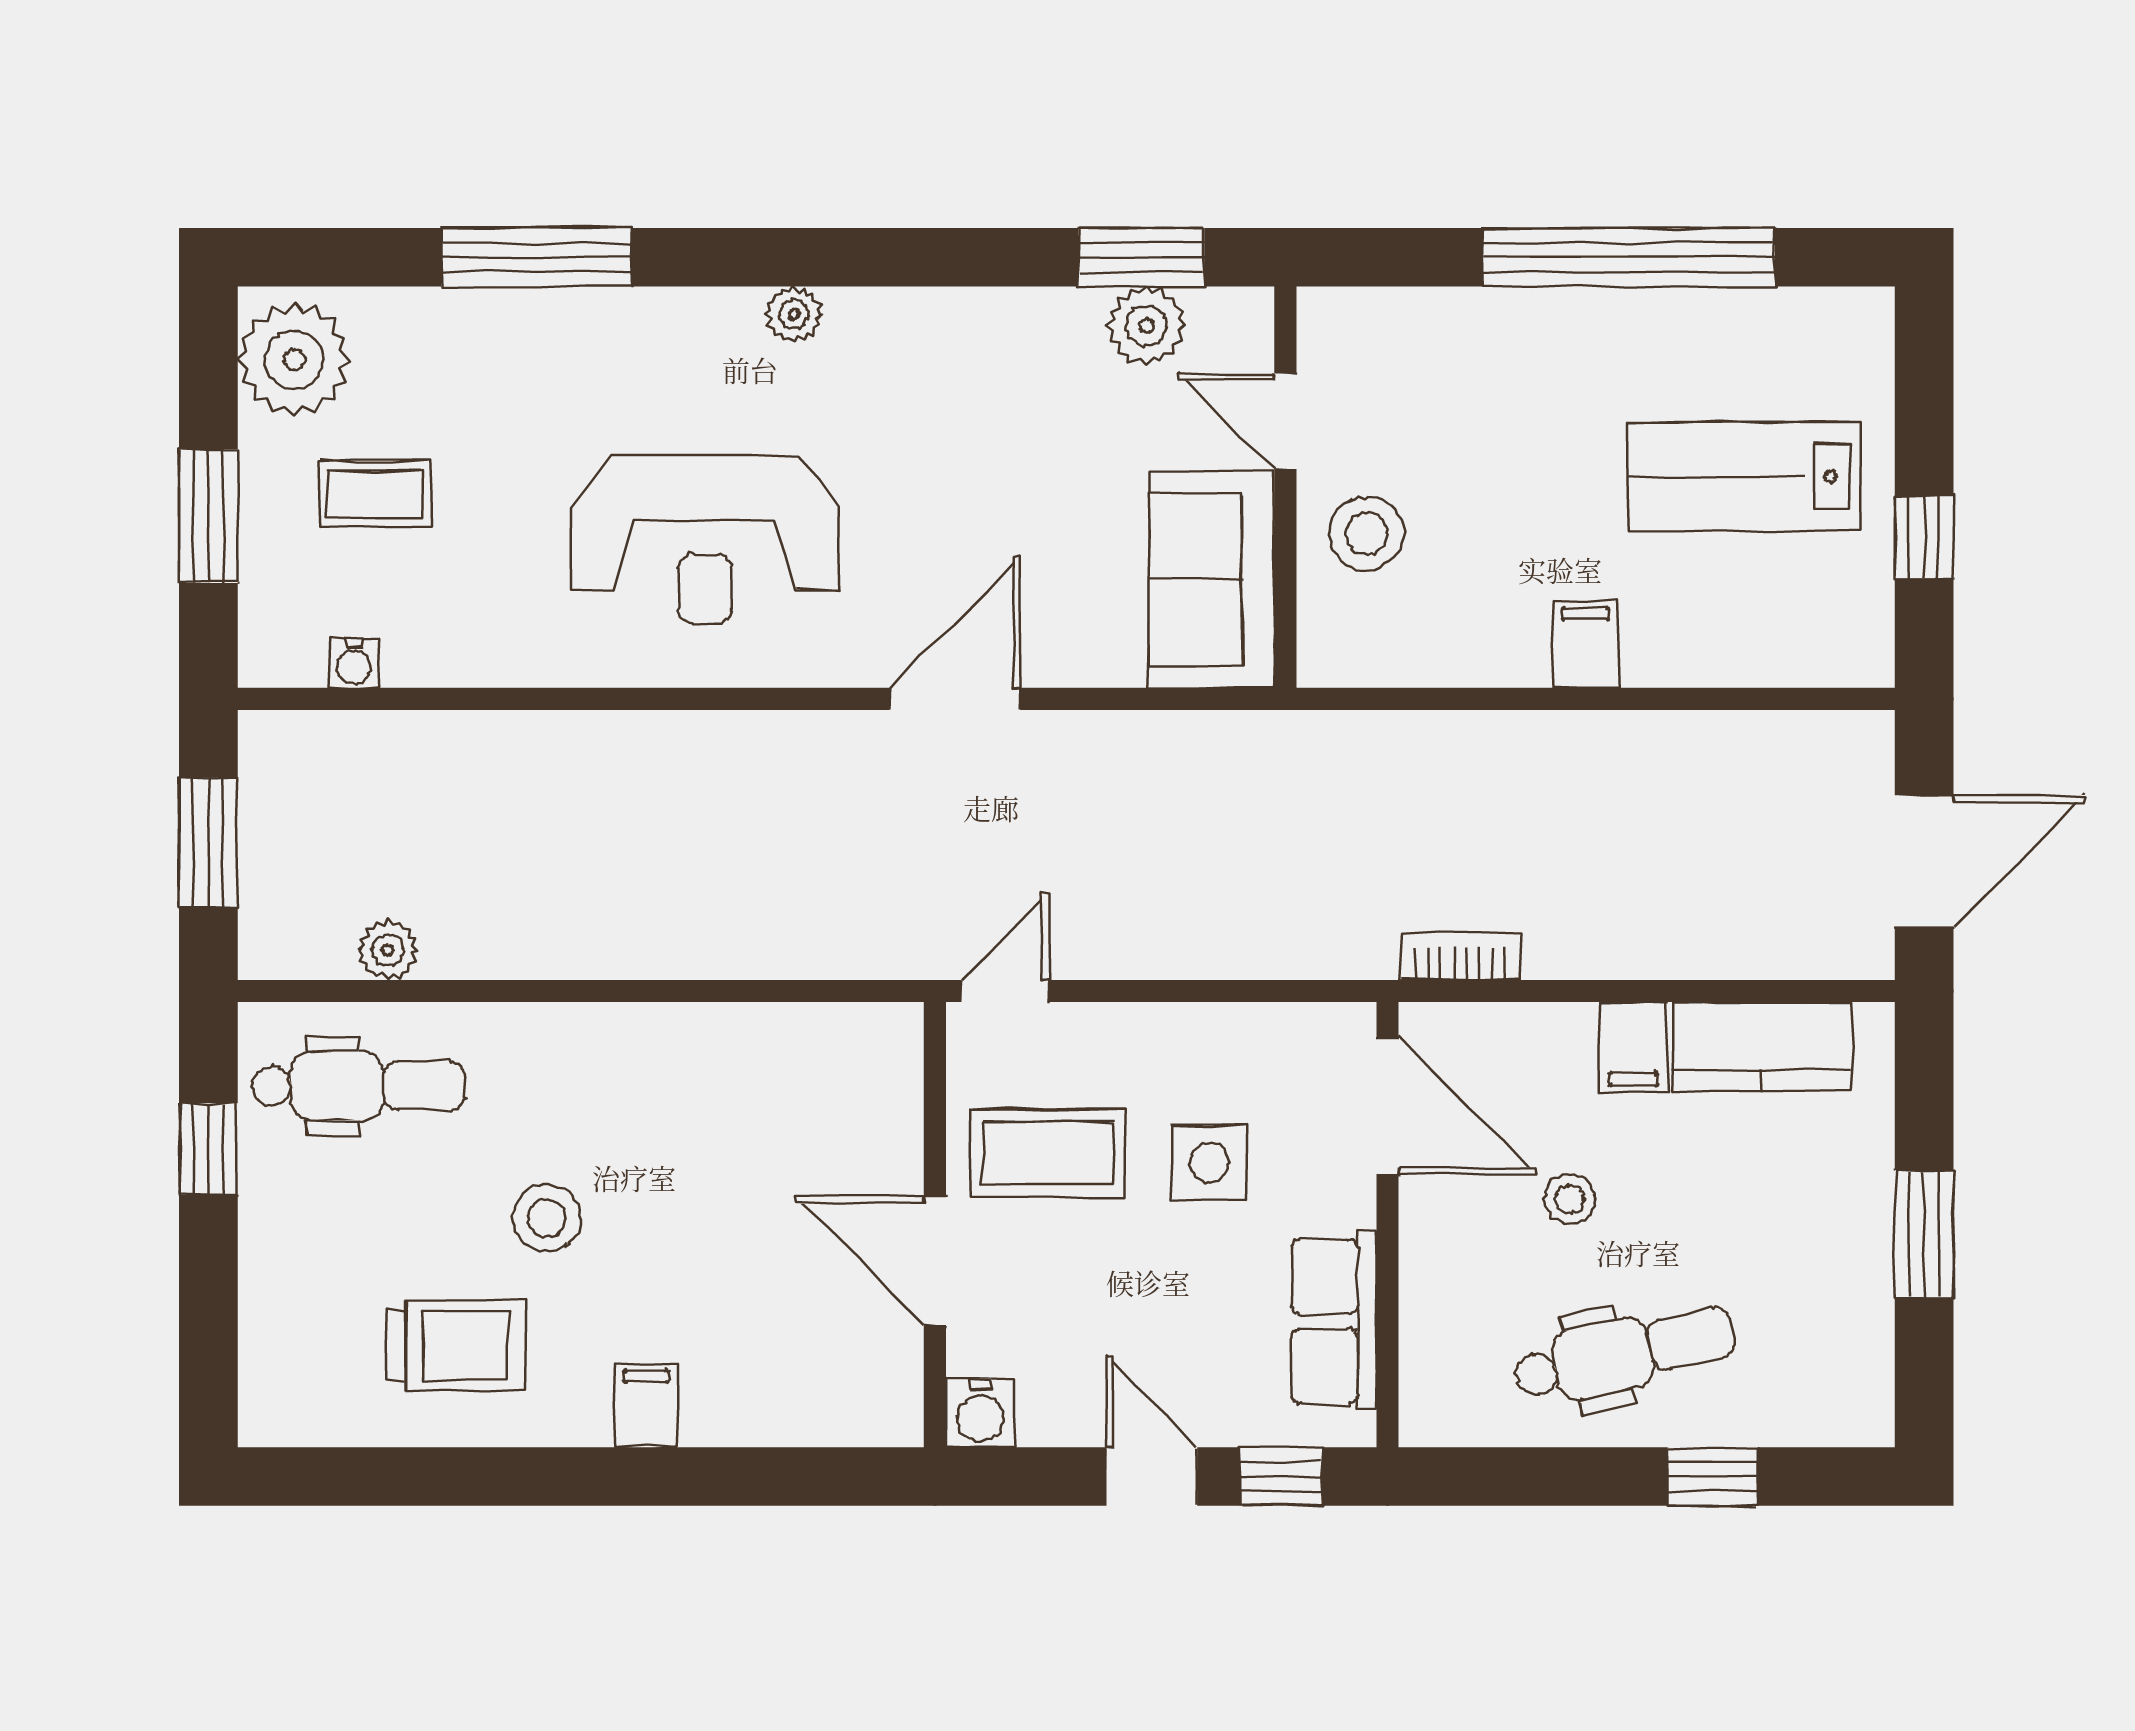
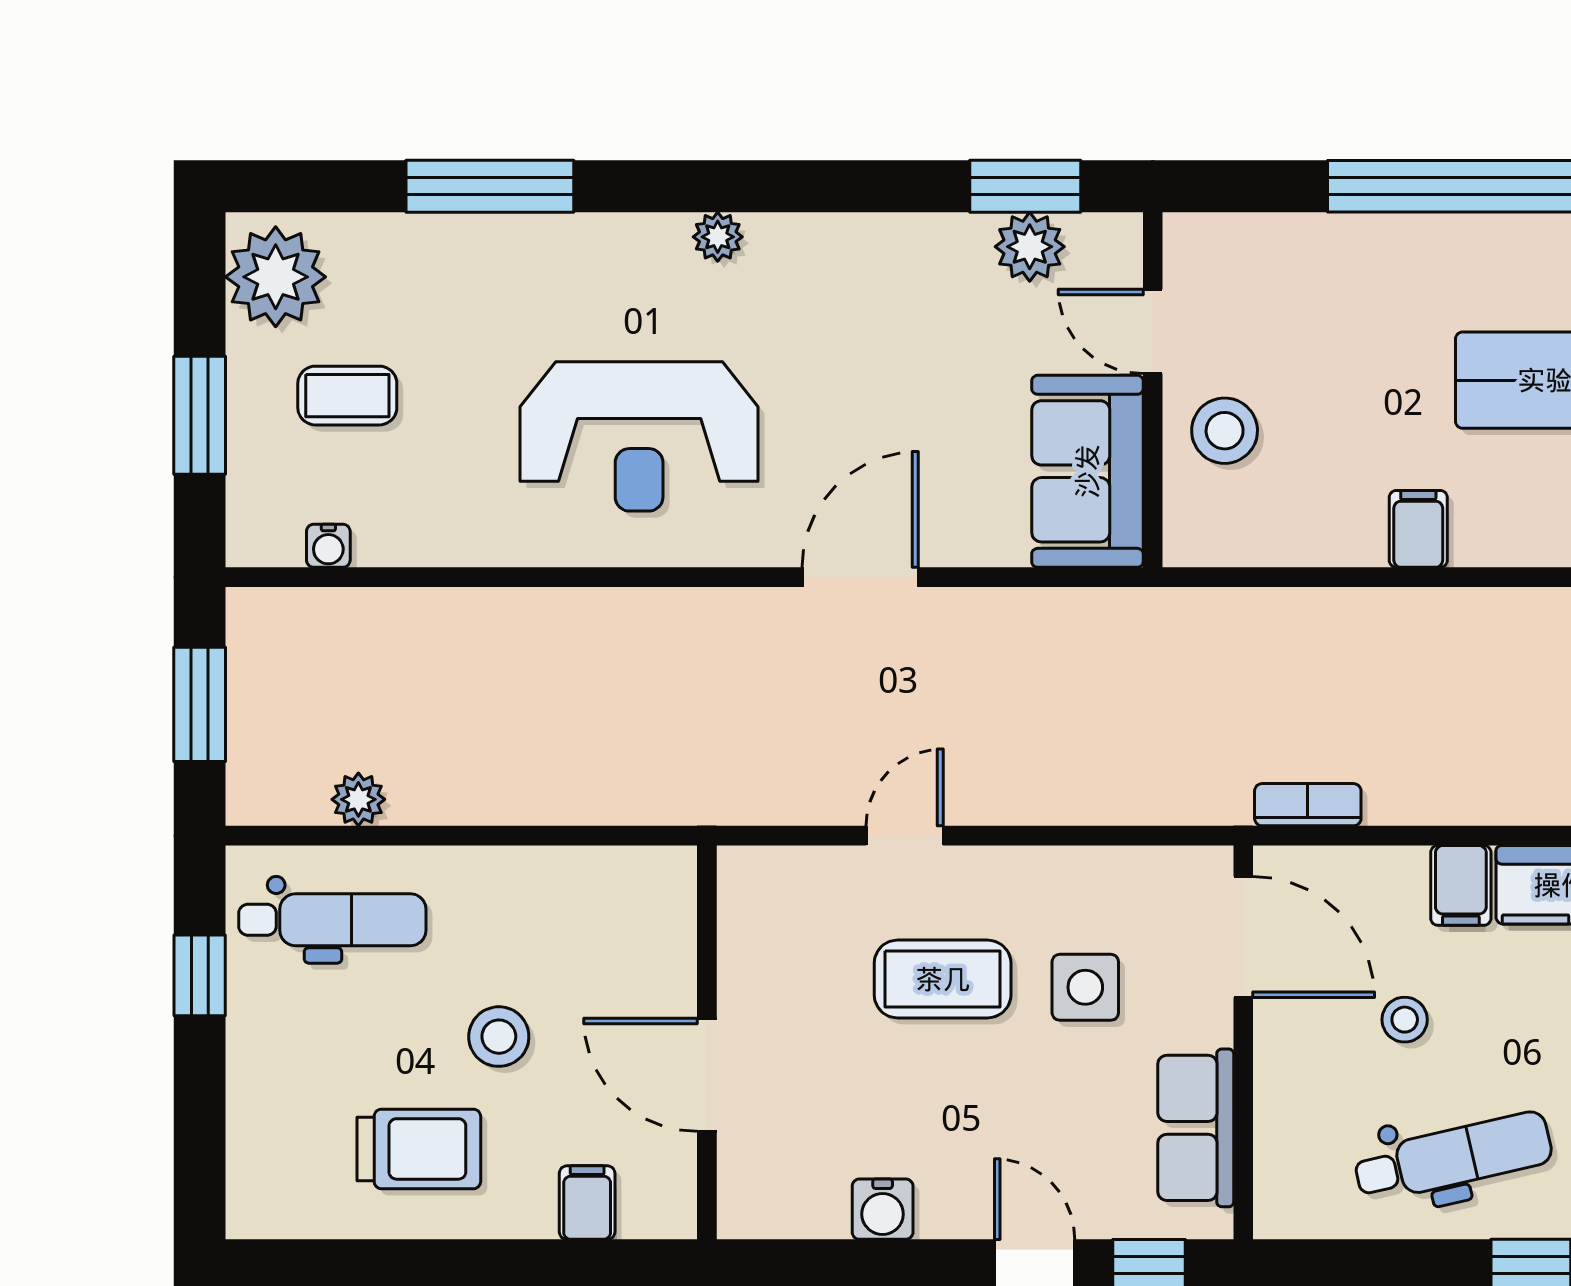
wall: (935, 1225) -> (707, 1042), moved
door: (935, 1261) -> (707, 1075), moved

